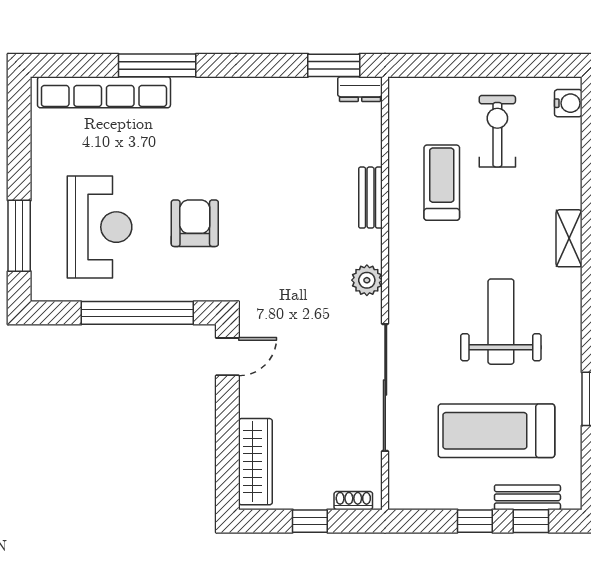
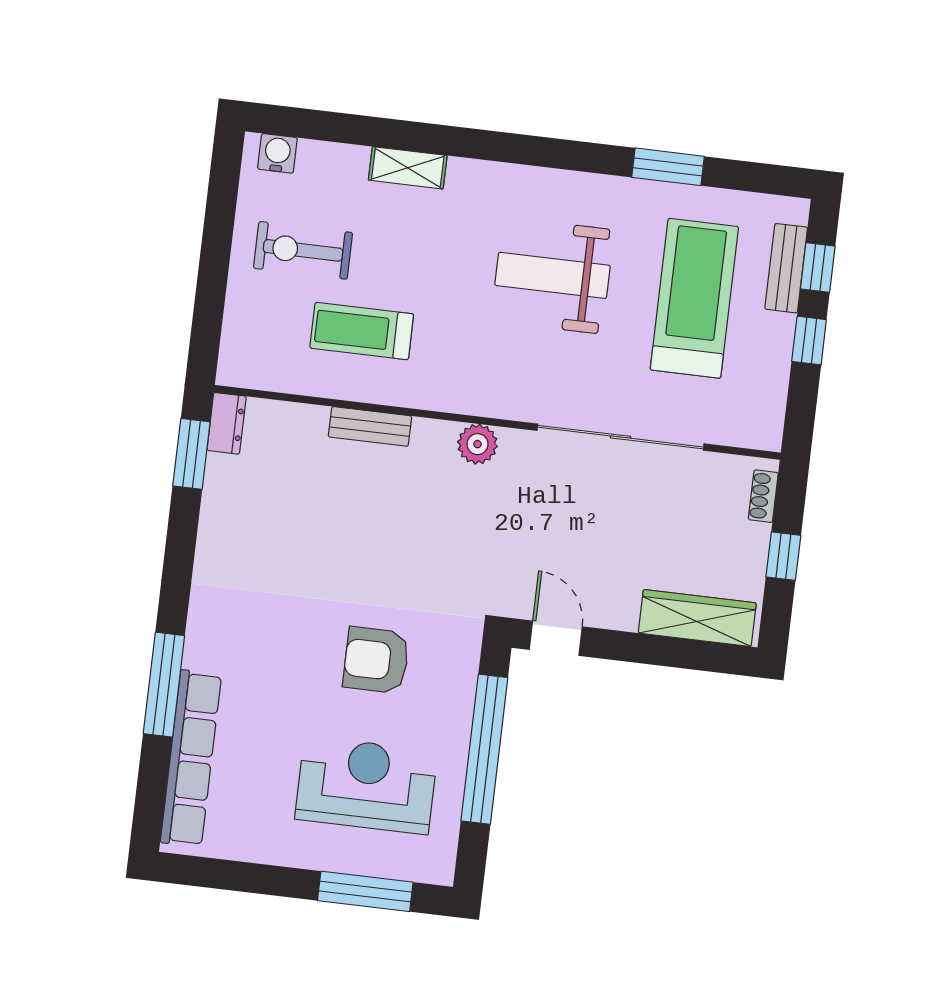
shelving: (569, 238) -> (408, 168), moved
treadmill: (496, 431) -> (694, 298), turned 180

